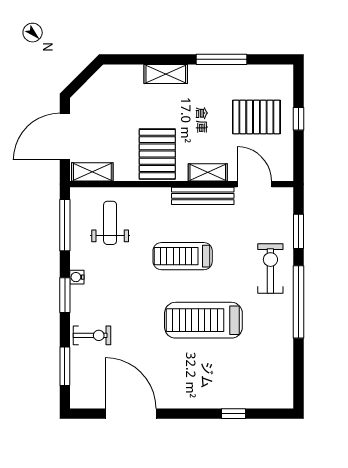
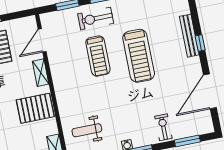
bench: (203, 196) -> (189, 36), moved
treadmill: (183, 256) -> (98, 56), moved
window: (234, 414) -> (200, 43), moved

